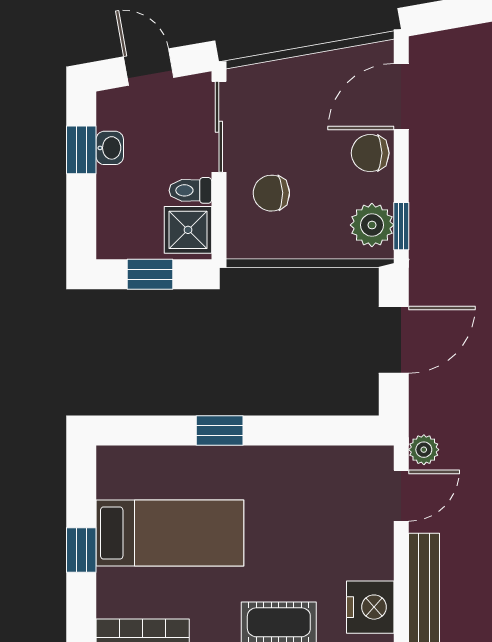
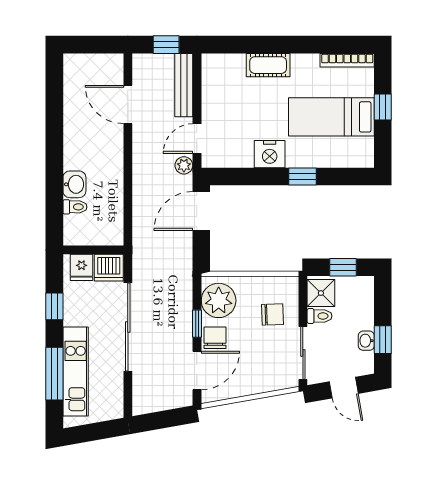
chair: (370, 153) -> (215, 338), turned -90
plant: (372, 225) -> (219, 300), width x1.36, depth x1.36
window: (401, 226) -> (197, 324), moved
door: (394, 340) -> (201, 211), moved
nightstand: (370, 607) -> (270, 154), moved, turned -90

